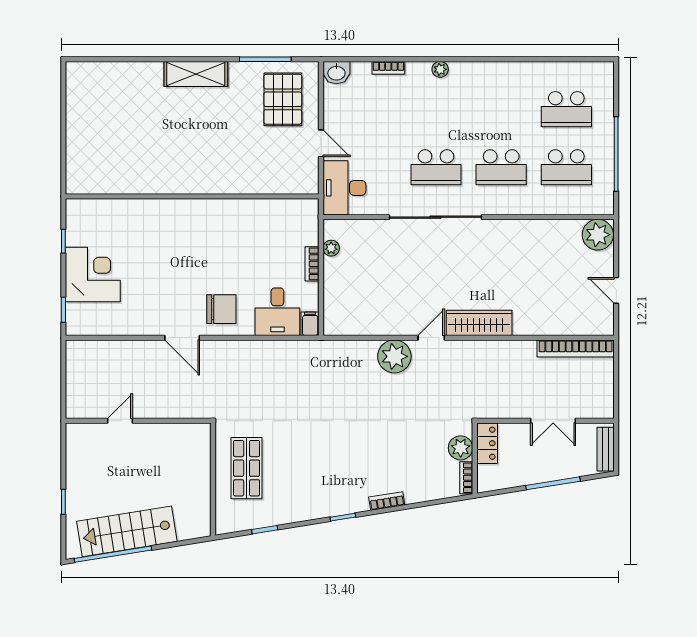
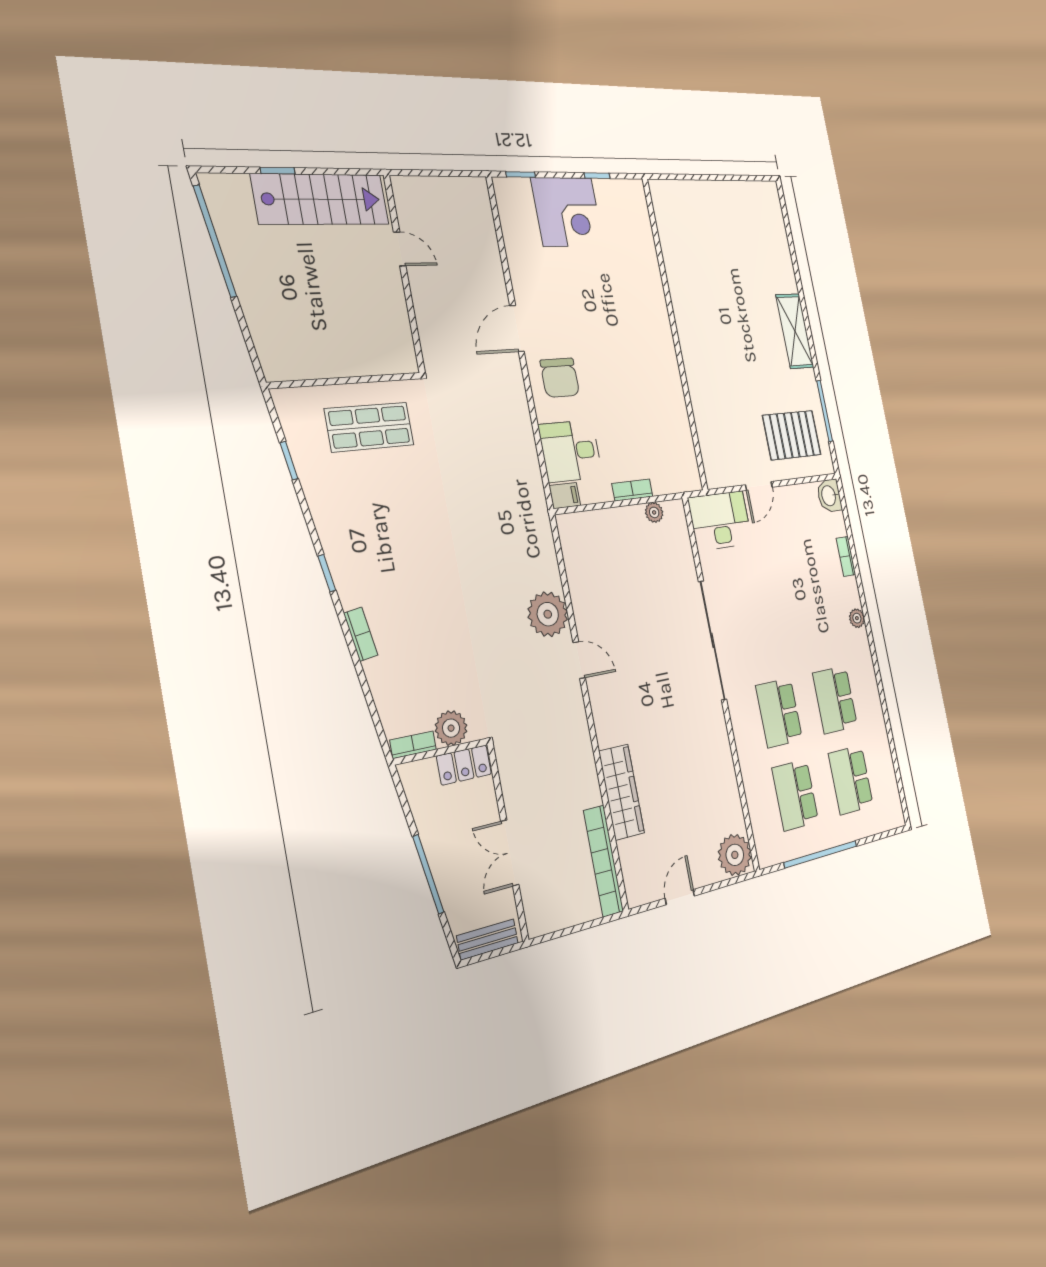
school desk: (436, 167) -> (835, 700), moved
wardrobe: (479, 323) -> (622, 792), moved
stairs: (127, 531) -> (321, 199), moved, turned 99

